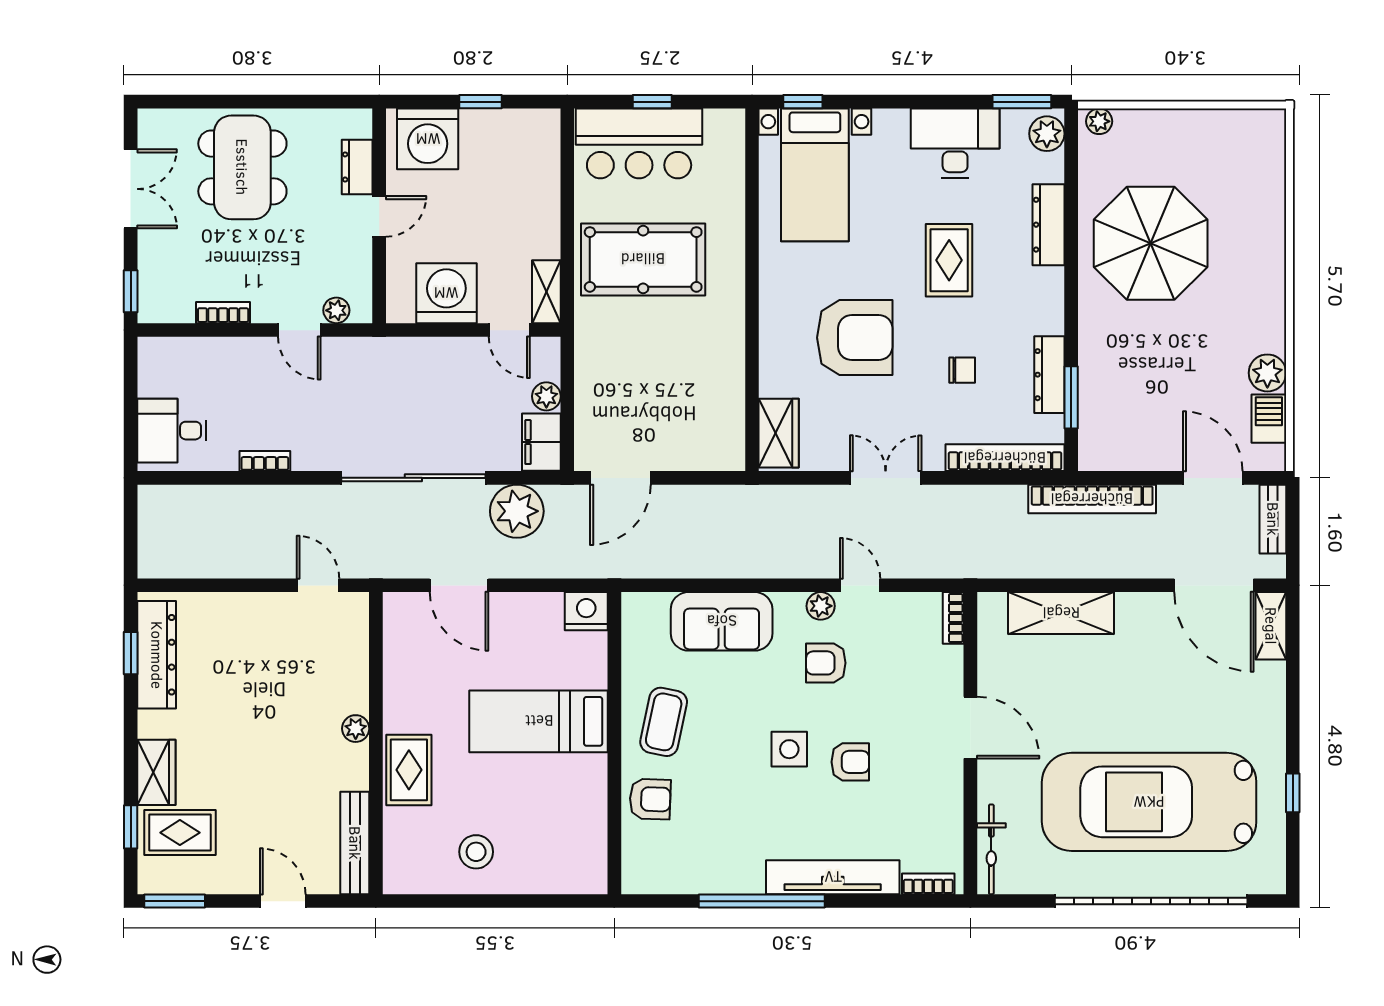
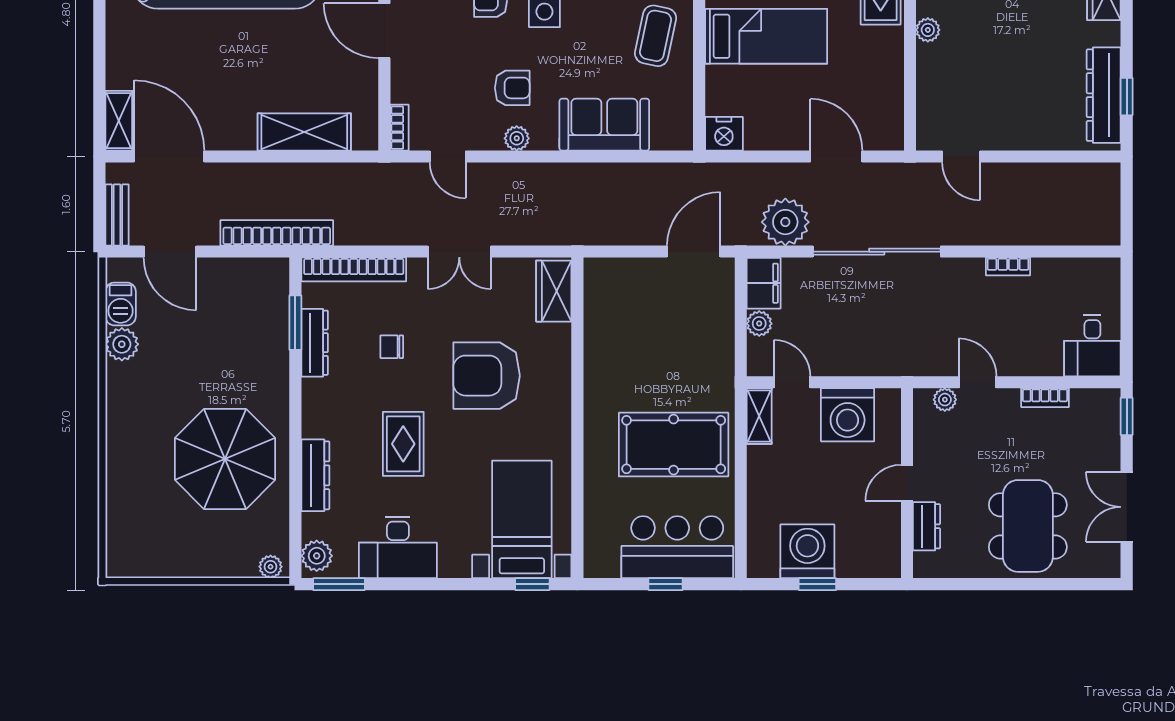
washing machine: (428, 139) -> (807, 551), moved
desk: (172, 431) -> (1092, 346), moved, turned 90
door: (860, 585) -> (448, 157), moved

